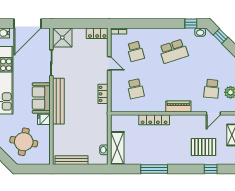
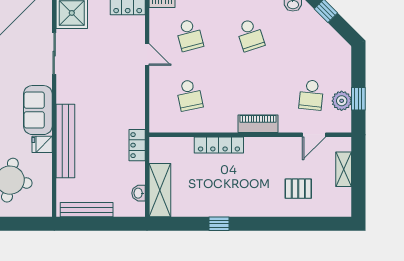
school desk: (174, 51) -> (250, 35), width x0.54
locker: (103, 94) -> (137, 145), moved
bench: (58, 101) -> (65, 141), moved
pallet: (203, 147) -> (298, 189), width x0.67, depth x0.71
window: (154, 169) -> (219, 224), width x0.46
window: (211, 169) -> (310, 224), removed

